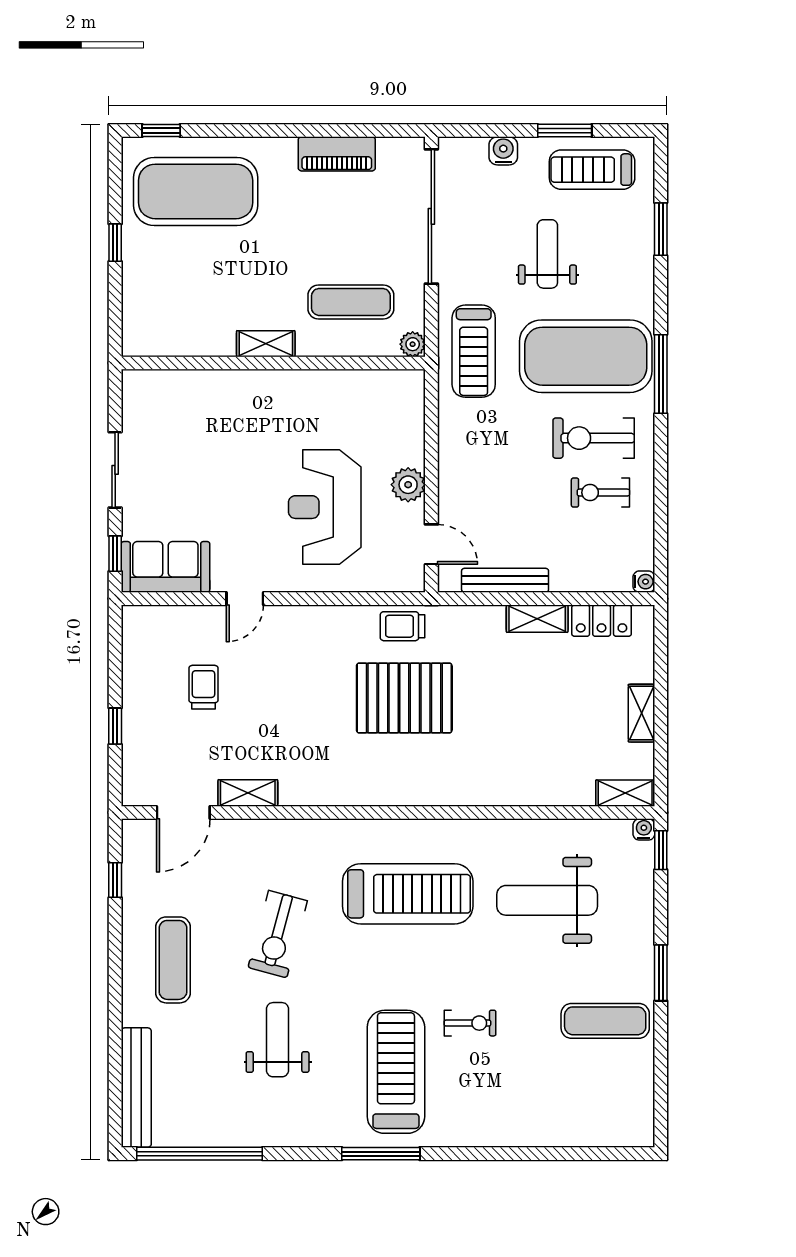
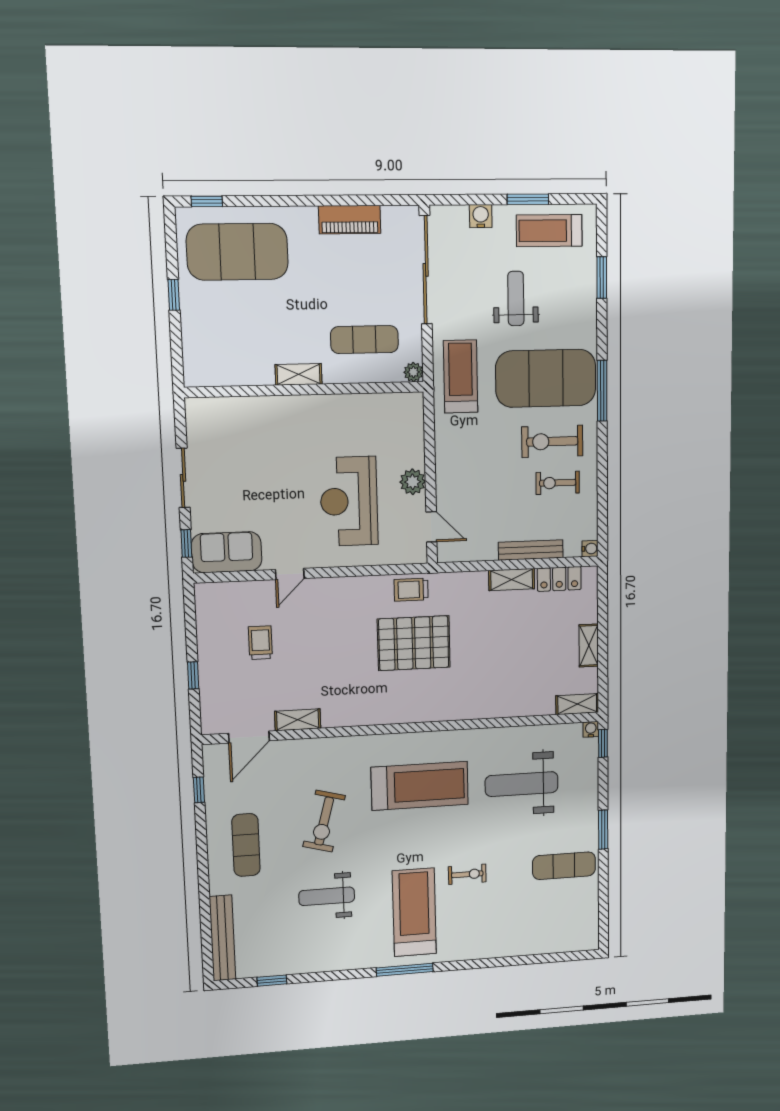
treadmill: (474, 351) -> (461, 376), turned 180
bench: (505, 580) -> (531, 550), moved
weight bench: (278, 1040) -> (327, 896), turned -90
window: (199, 1154) -> (272, 981), width x0.32

